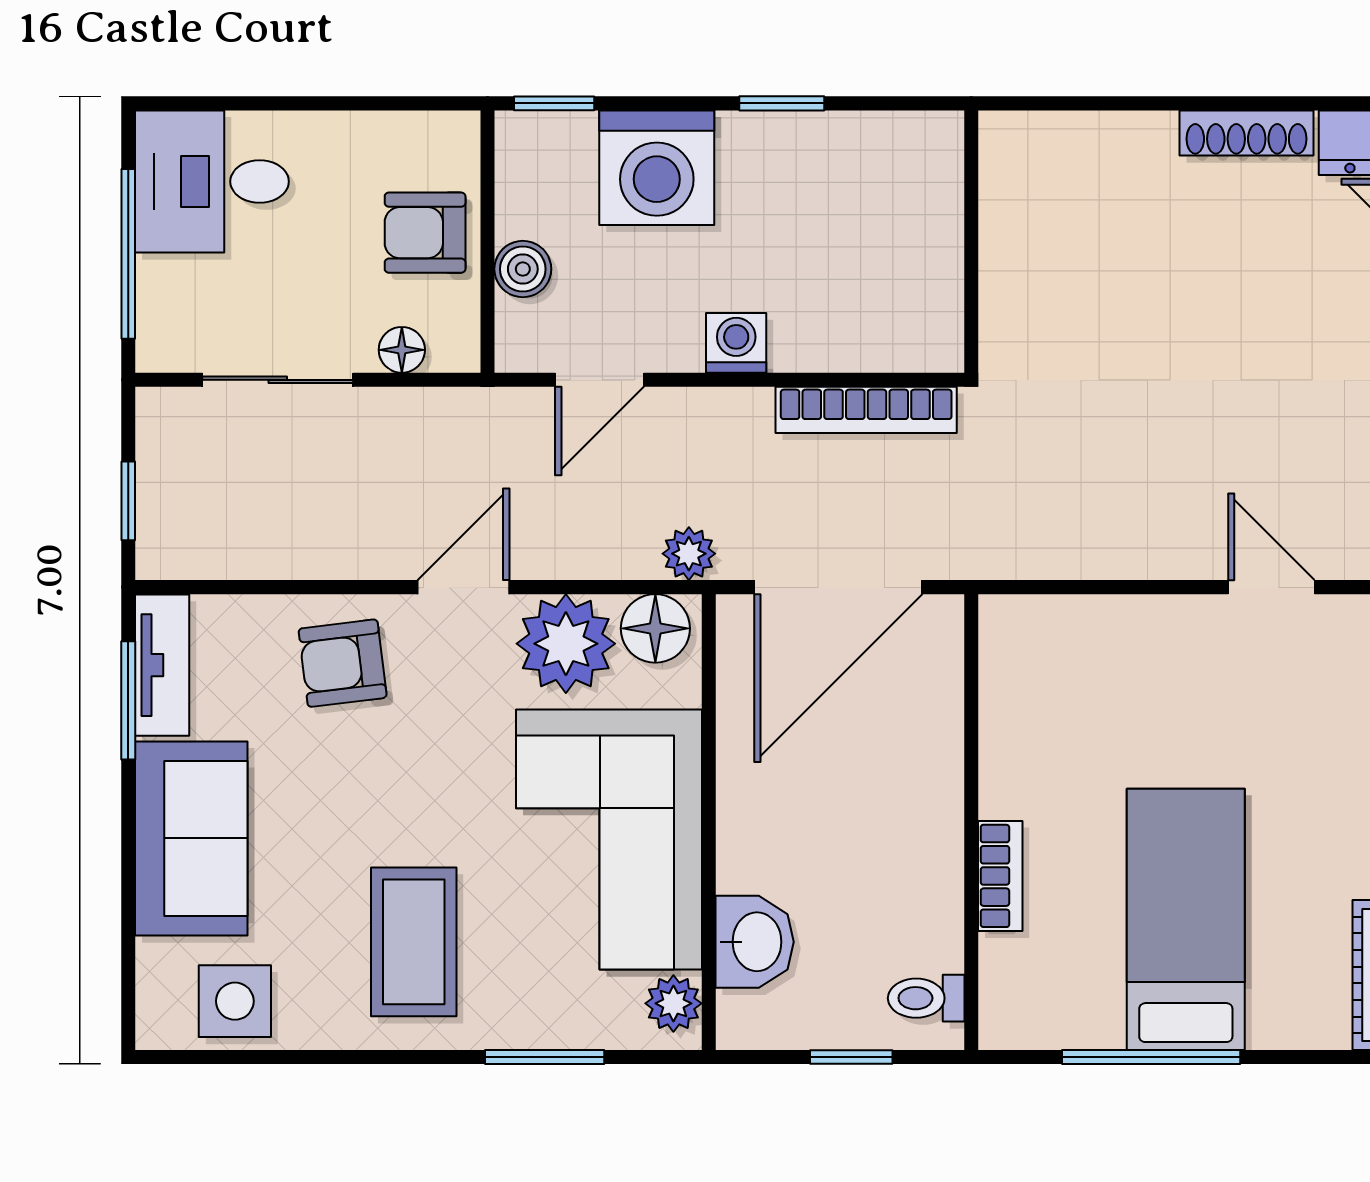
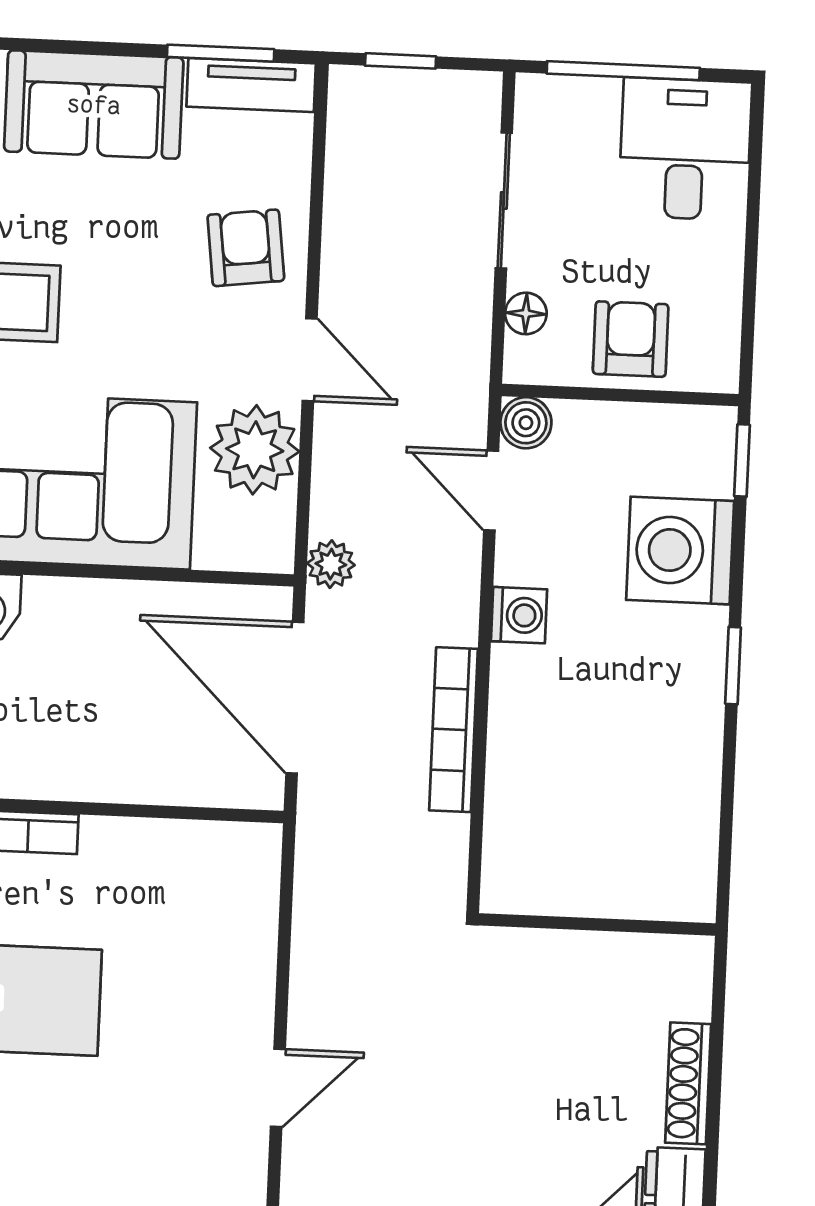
wall: (971, 242) -> (597, 924), moved
boiler: (523, 269) -> (526, 423), moved
floor lamp: (655, 628) -> (265, 531), removed

